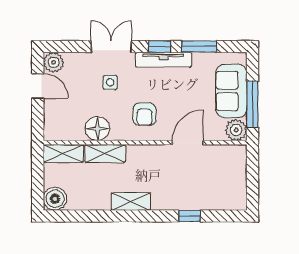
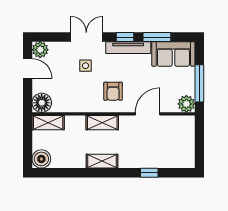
sofa: (231, 91) -> (173, 54), moved, turned -90
floor lamp: (97, 129) -> (42, 103), moved
shelving: (105, 154) -> (102, 123), moved

